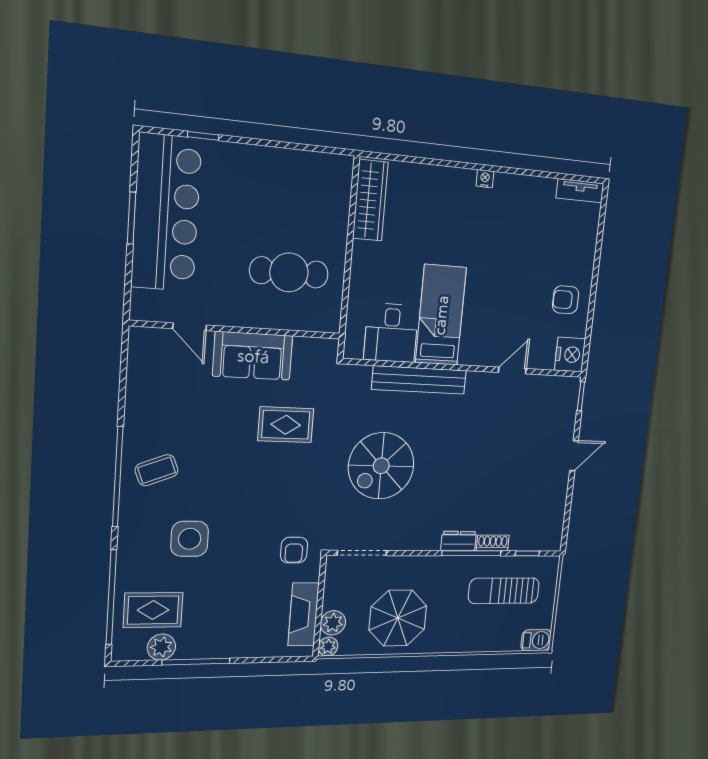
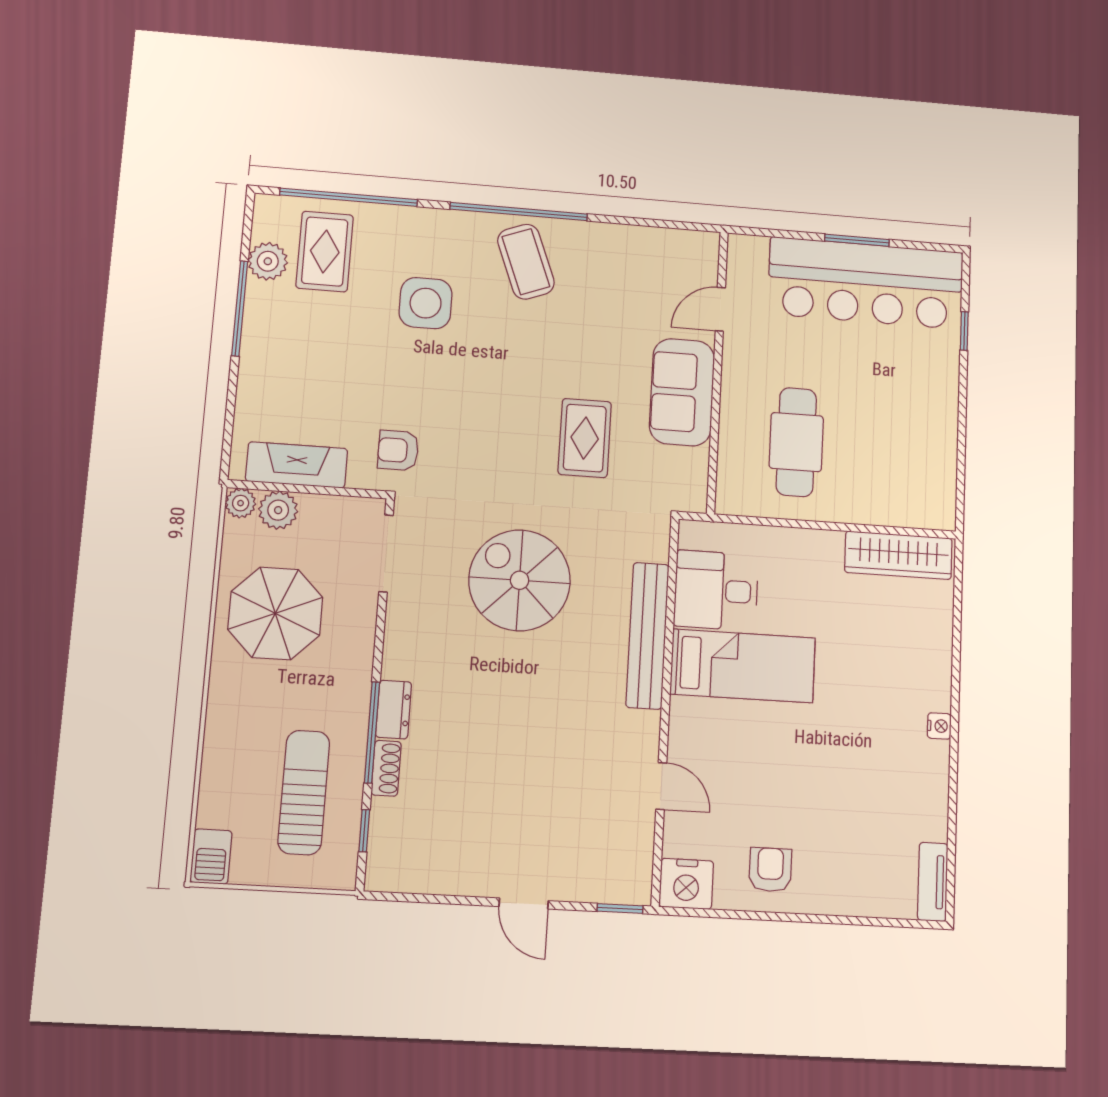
coffee table: (157, 470) -> (526, 262), width x1.36, depth x1.30

